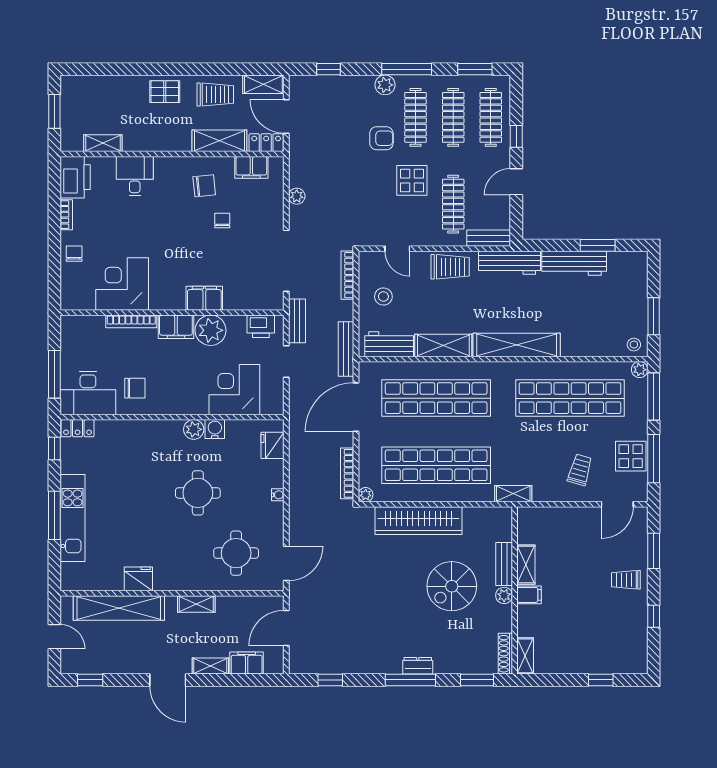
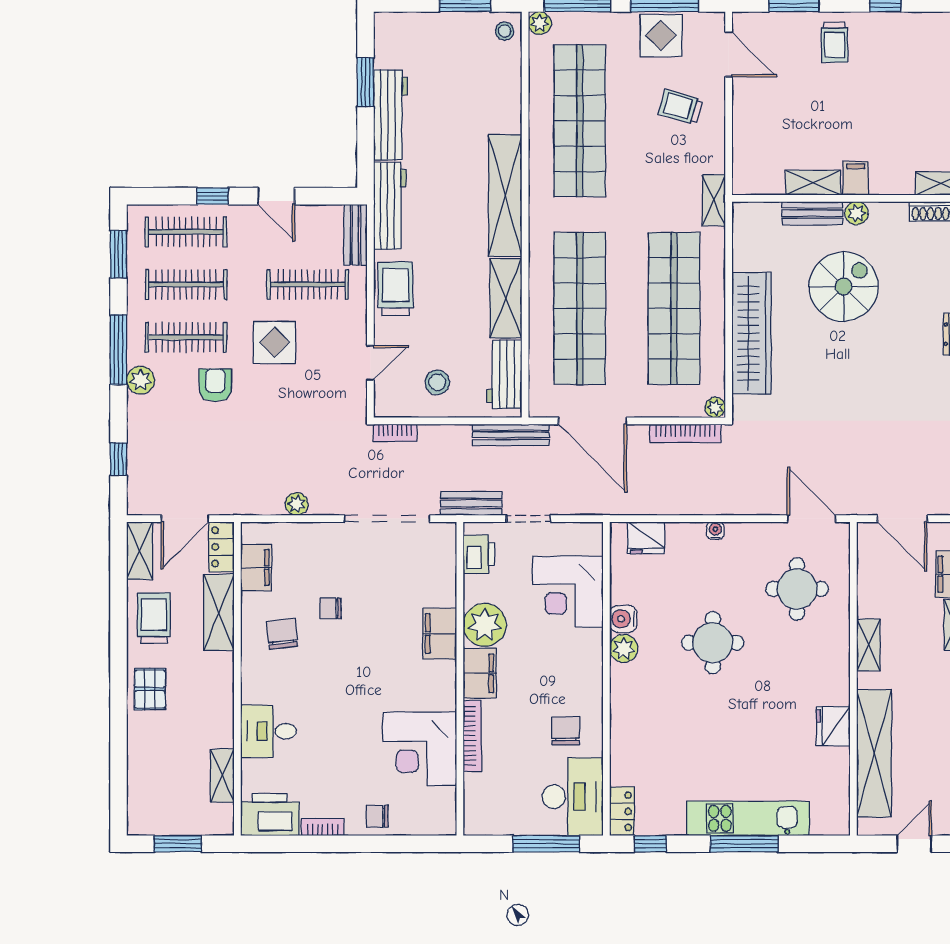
bookcase: (347, 275) -> (395, 433), width x0.64
spiral stairs: (452, 586) -> (844, 287), turned -90

